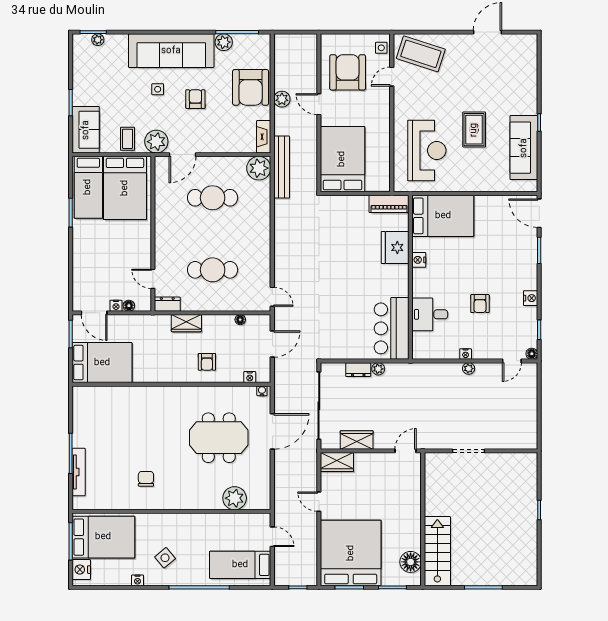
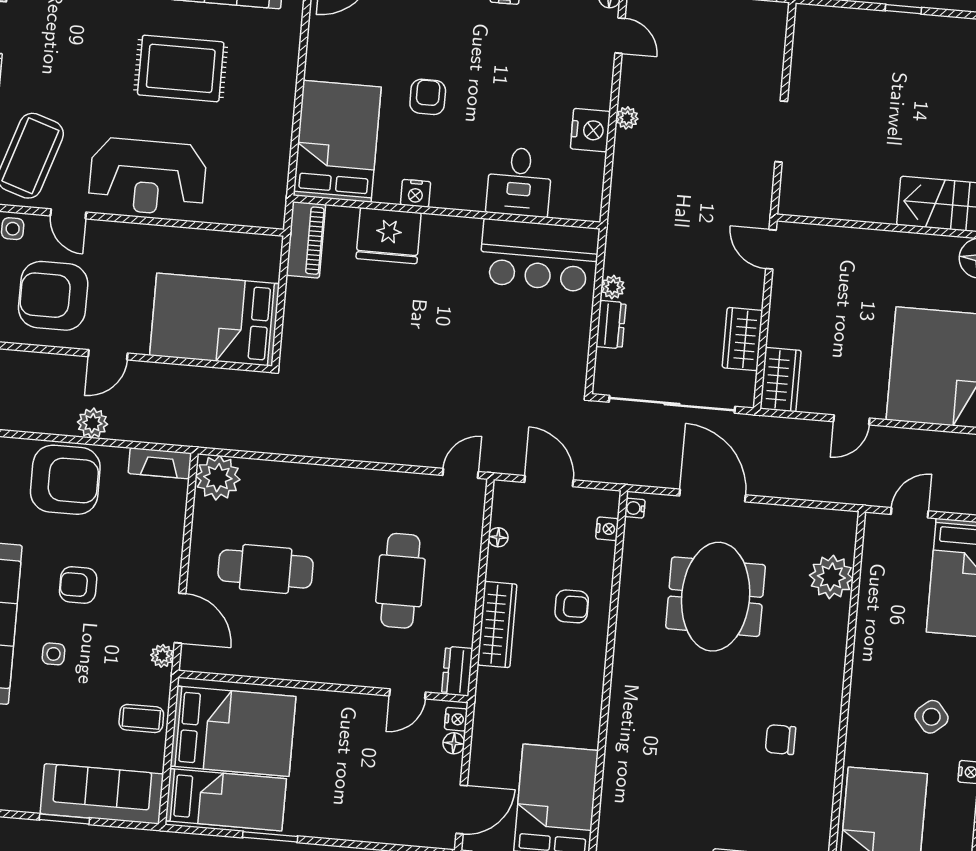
sofa: (86, 130) -> (102, 794), width x1.36
rug: (474, 130) -> (181, 68), width x1.36, depth x1.43
plant: (156, 142) -> (162, 656), width x0.53, depth x0.53
reception desk: (427, 151) -> (148, 177), moved, turned 180
bench: (282, 167) -> (219, 435), removed
cafe table: (213, 198) -> (266, 569), turned 90
armchair: (480, 304) -> (428, 97), moved, turned -90
nightstand: (116, 306) -> (456, 719), moved
wardrobe: (186, 323) -> (497, 625), width x1.50
nightstand: (466, 354) -> (590, 130), width x1.89, depth x1.79

